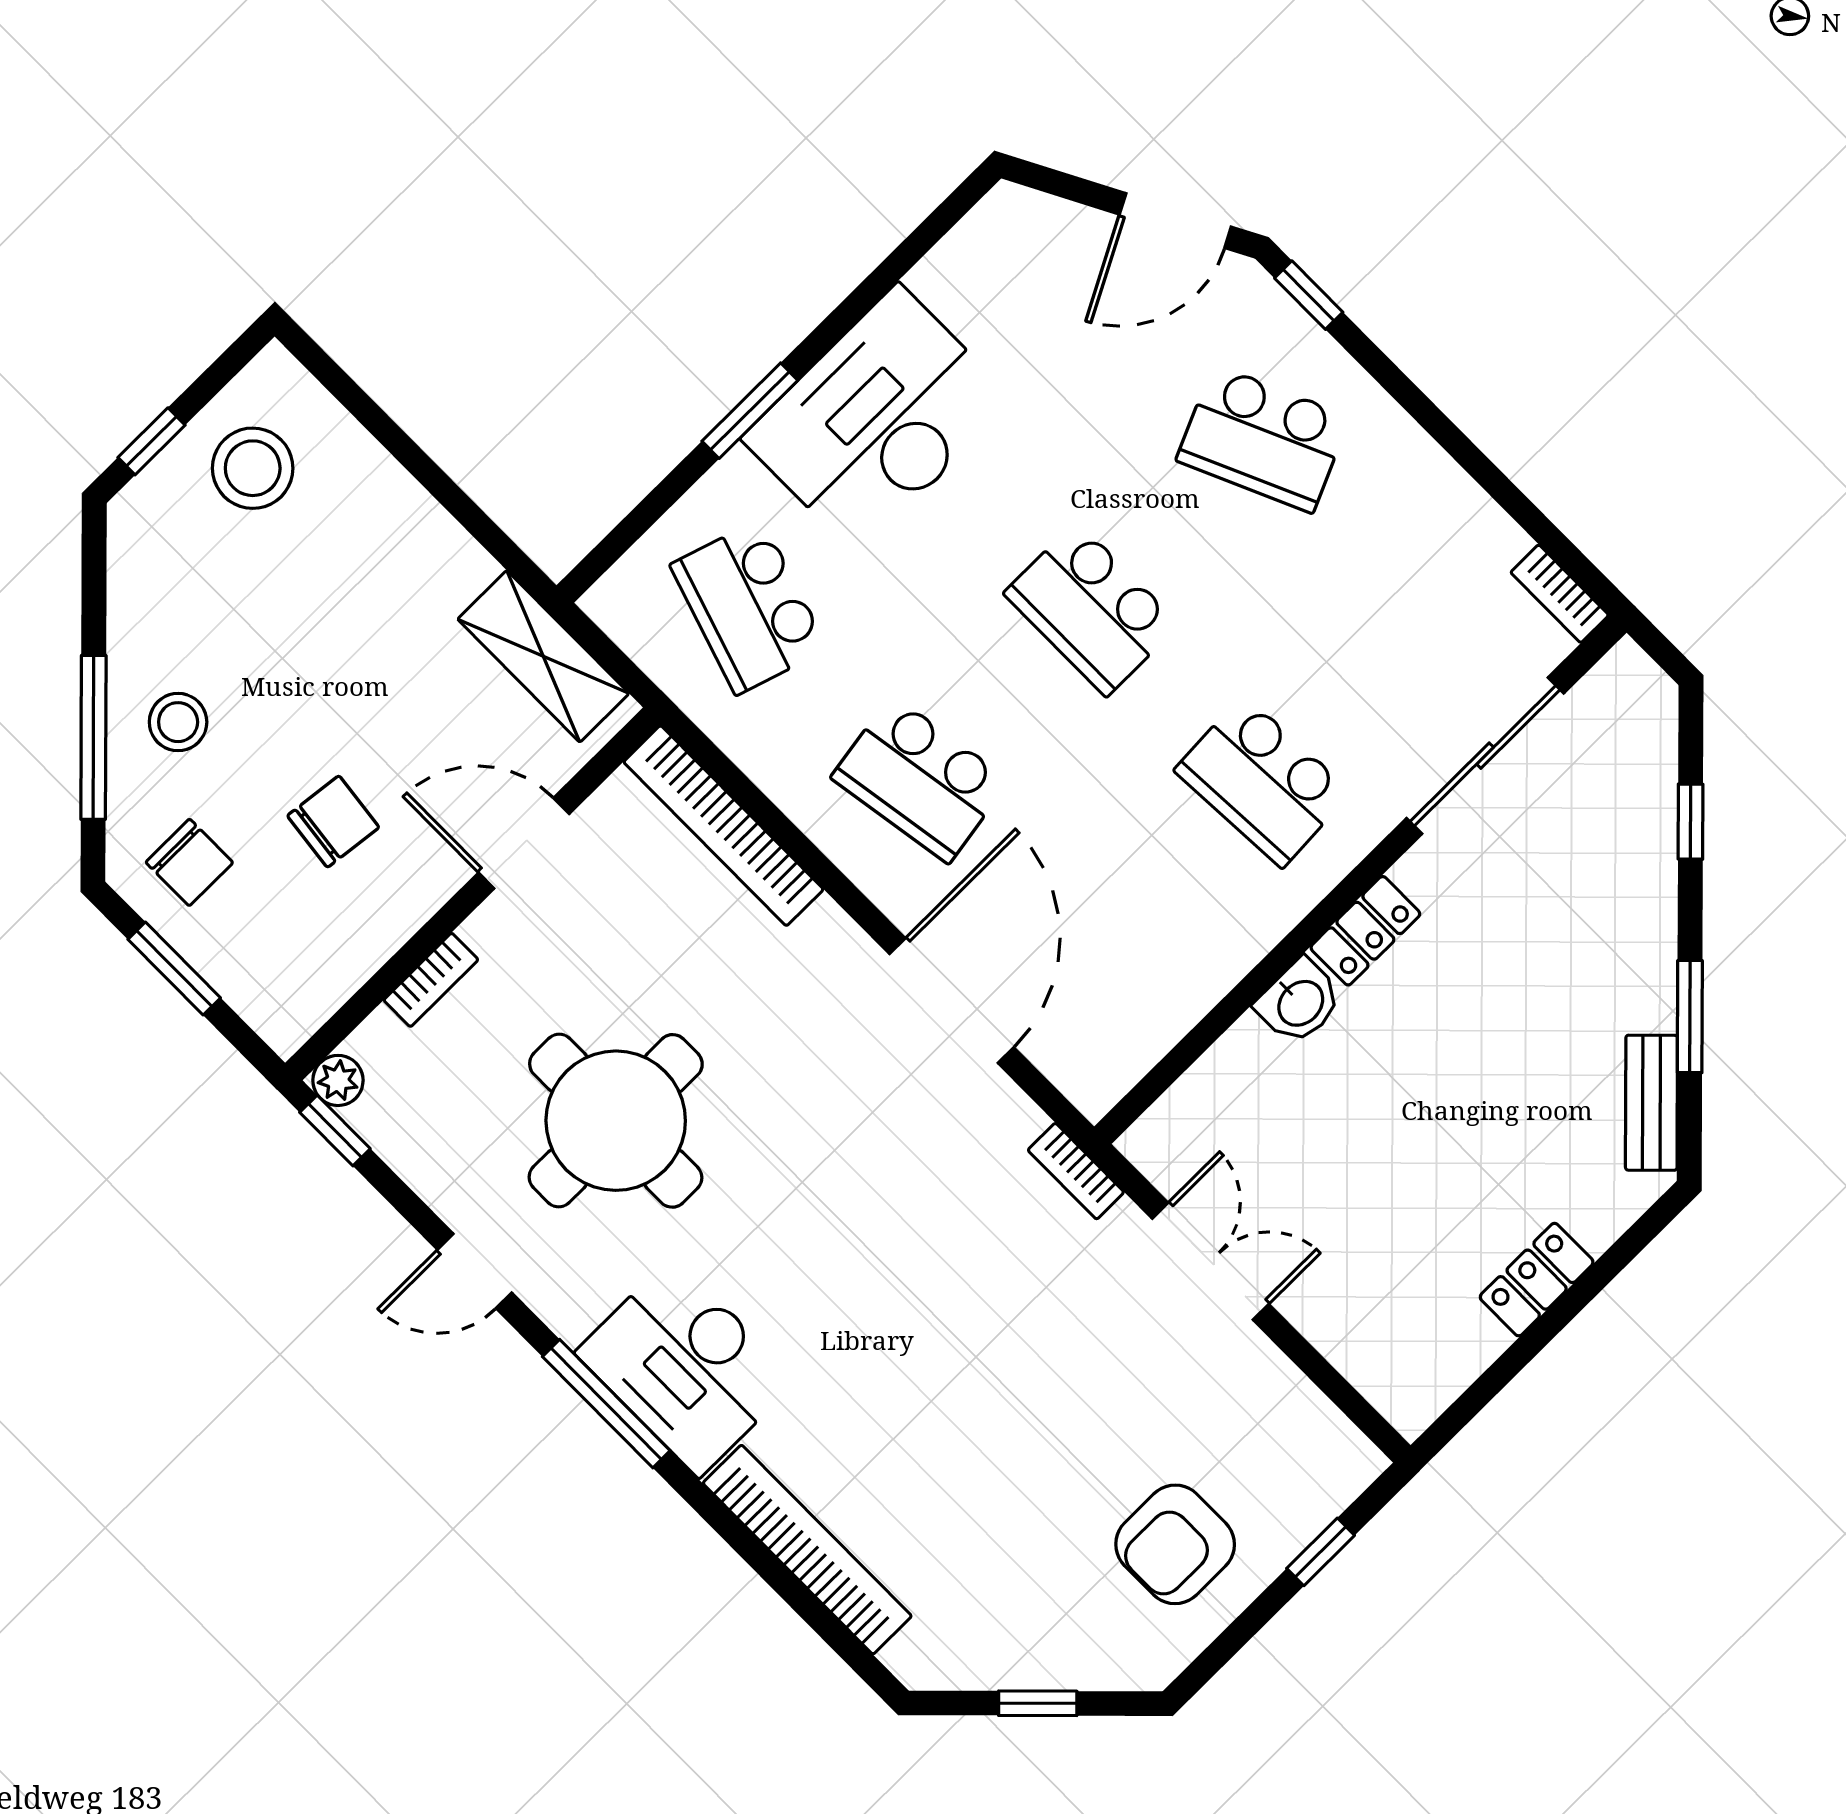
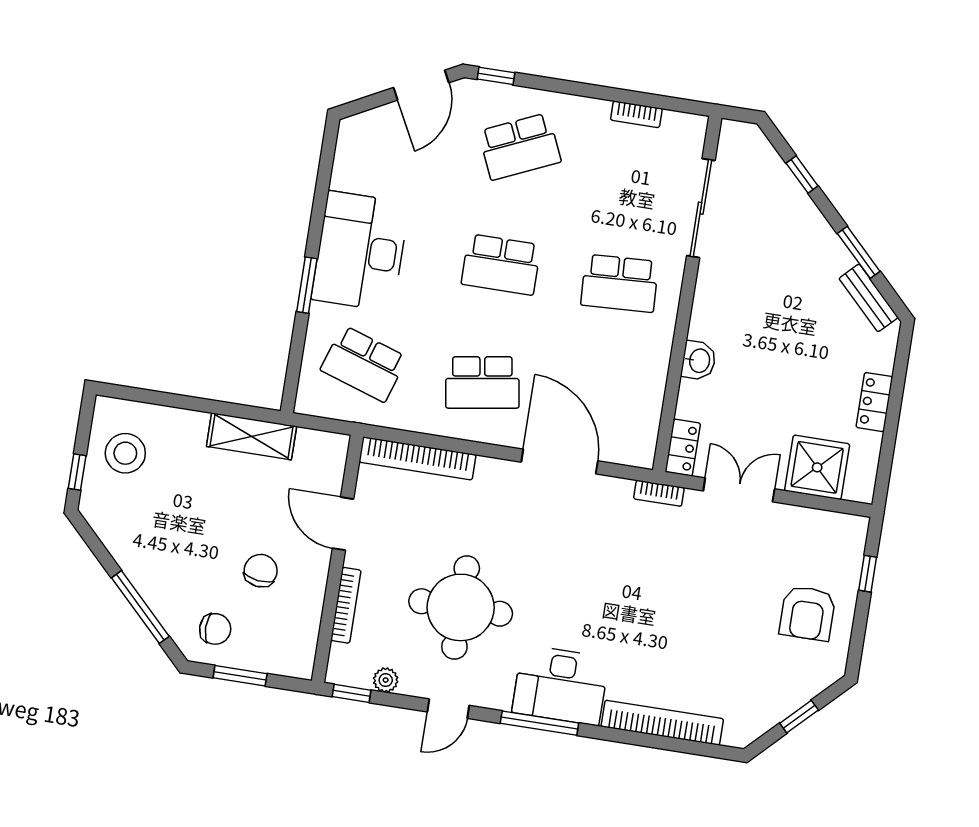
bookcase: (1560, 594) -> (636, 114), moved
shelving: (543, 656) -> (252, 436), moved
stool: (178, 722) -> (170, 576), removed
door: (524, 843) -> (343, 524), hinge flipped
locker: (1365, 931) -> (683, 448), moved
bookcase: (431, 980) -> (346, 605), width x1.56
plant: (338, 1080) -> (386, 680), moved
shower: (1365, 1318) -> (817, 467), added

